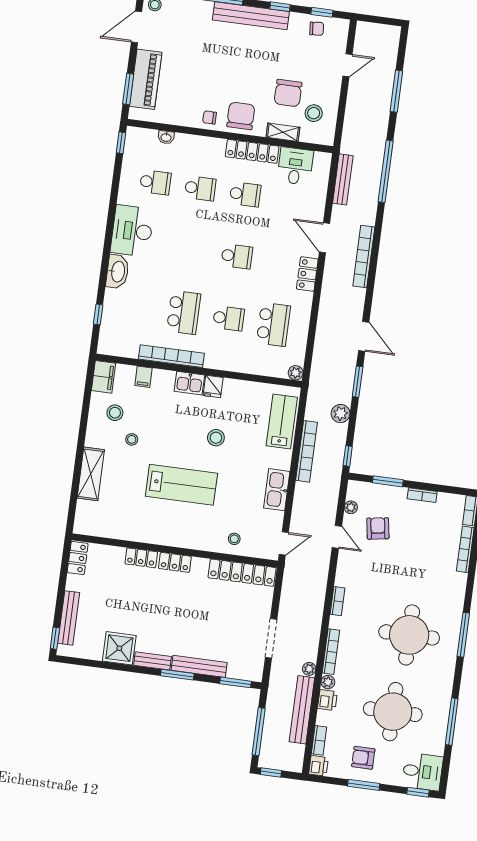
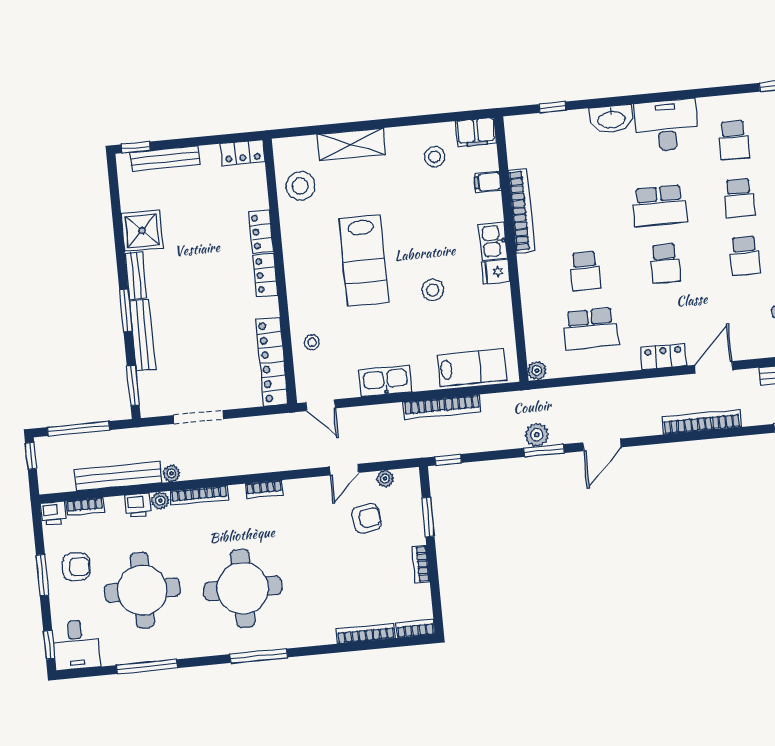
school desk: (184, 312) -> (659, 206), moved
plant: (341, 414) -> (537, 435), moved
stool: (132, 439) -> (300, 186), moved, width x1.89, depth x1.89
armchair: (363, 758) -> (76, 567), turned 94

